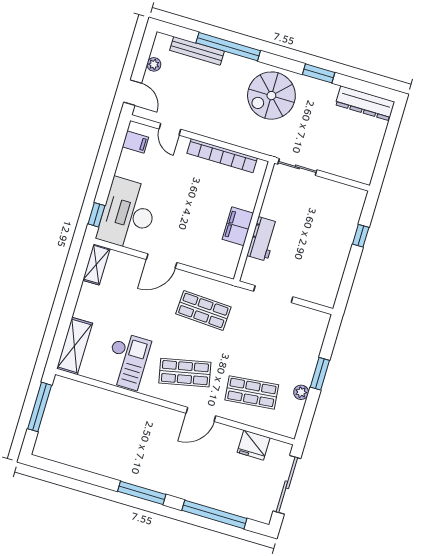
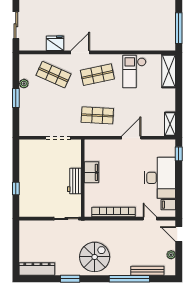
desk: (128, 214) -> (160, 178), moved
workbench: (263, 239) -> (74, 181), moved
shop shelf: (252, 392) -> (53, 75), turned 30
fridge: (254, 445) -> (55, 43), moved
sliding door: (287, 485) -> (16, 25), width x0.73

